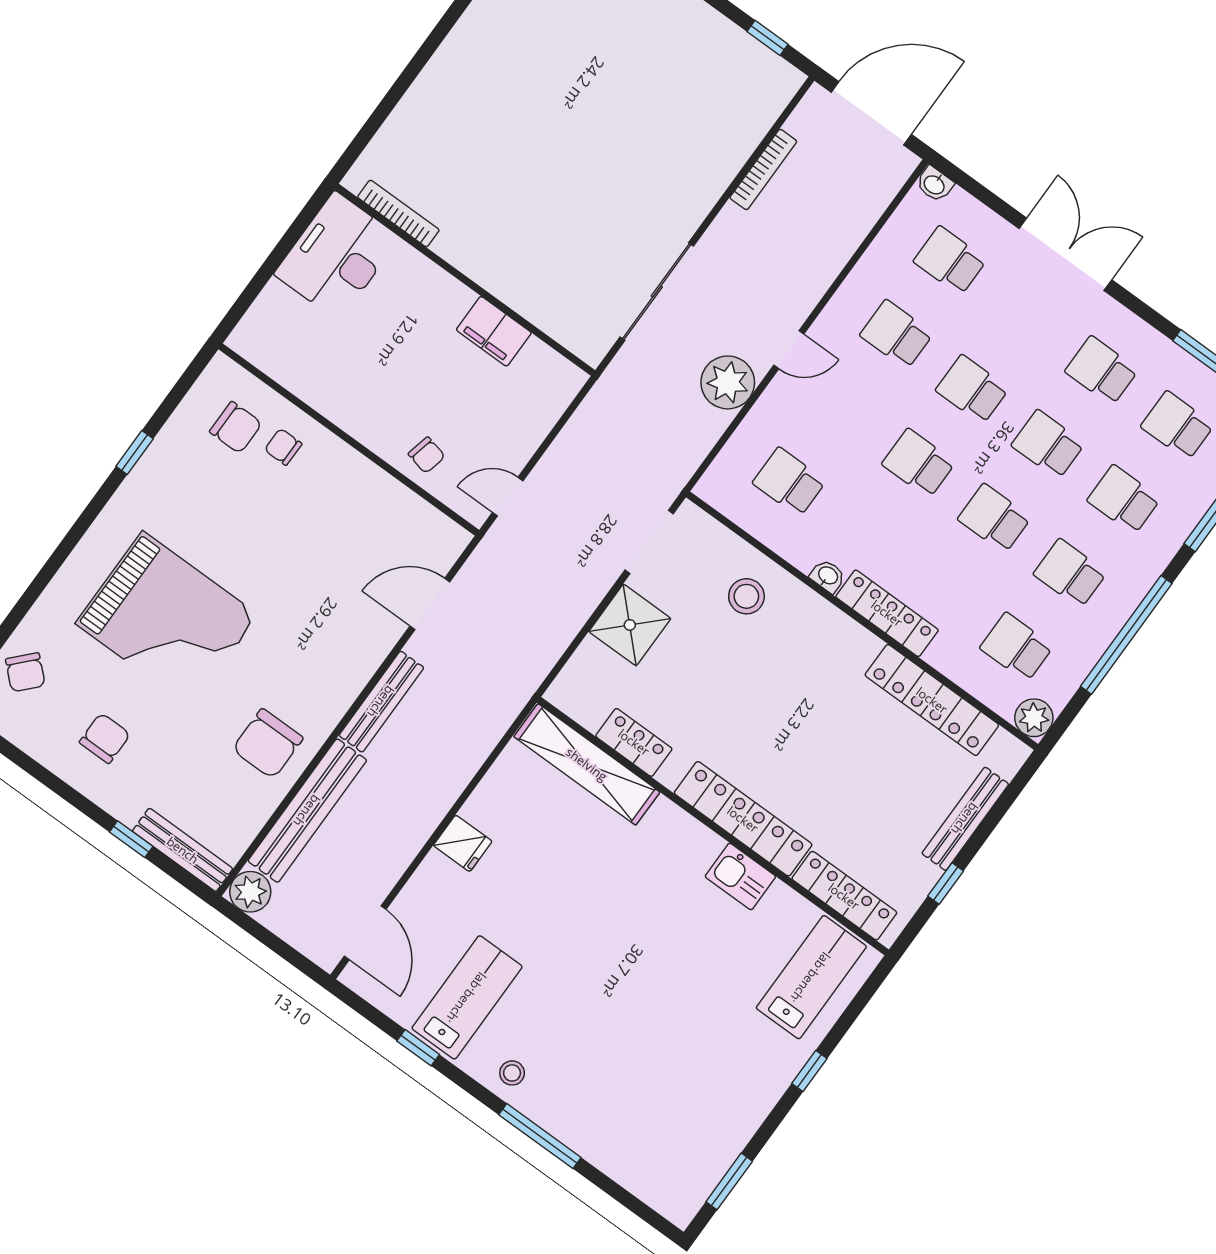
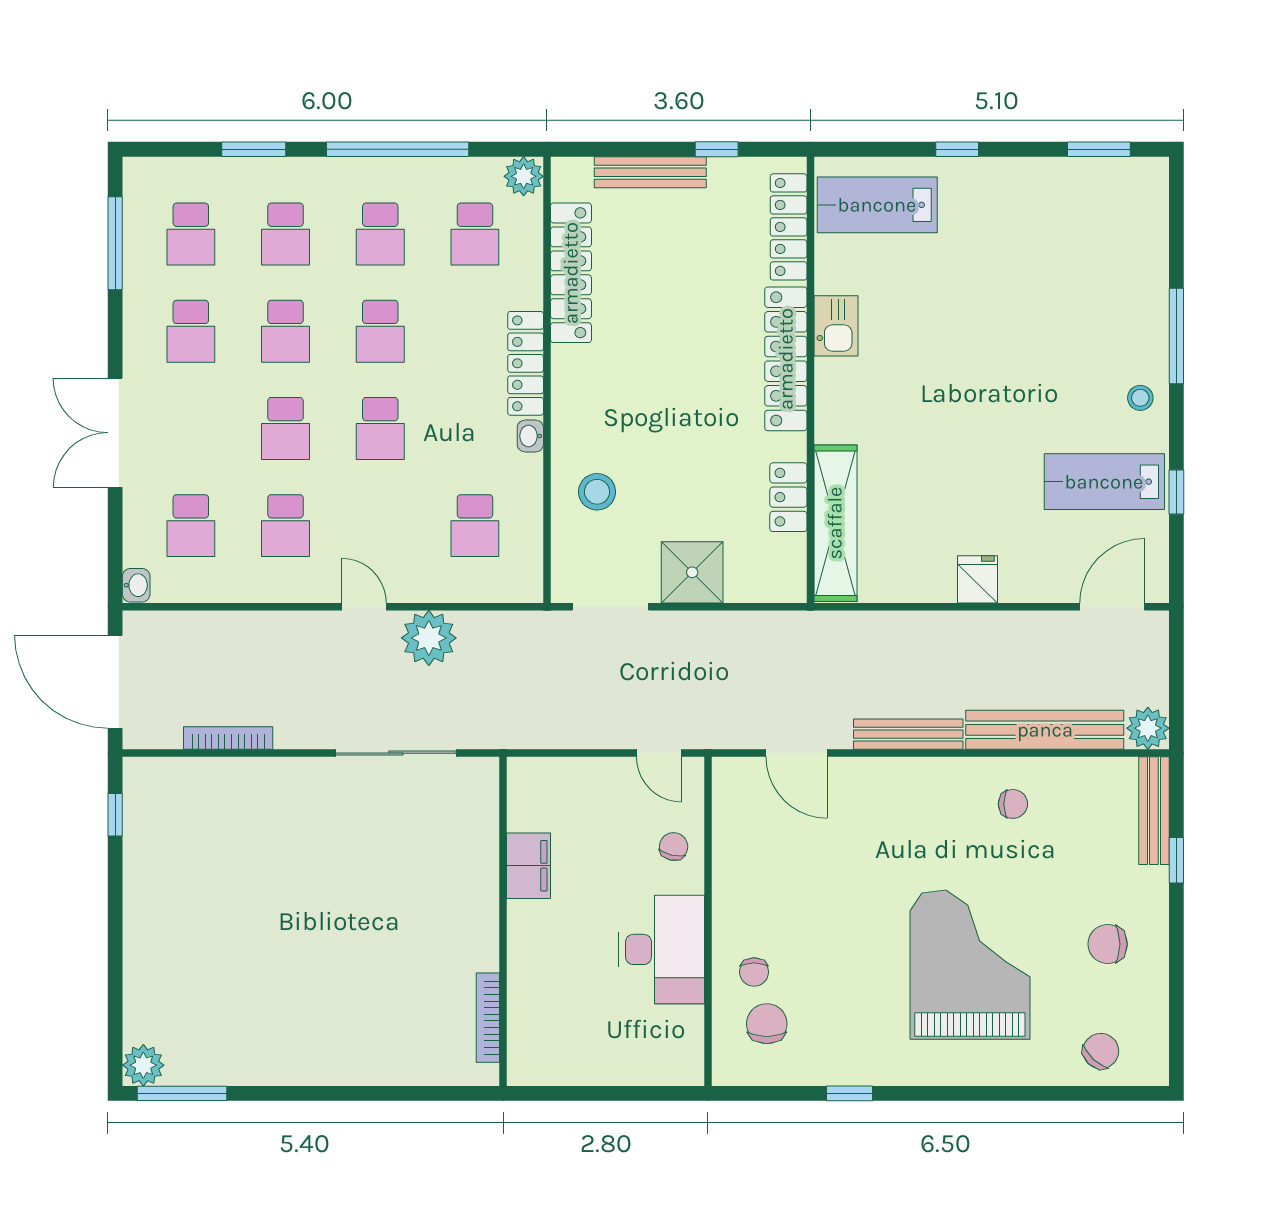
desk: (337, 256) -> (662, 949), moved, turned -90
chair: (268, 744) -> (1013, 804), width x0.54, depth x0.54

